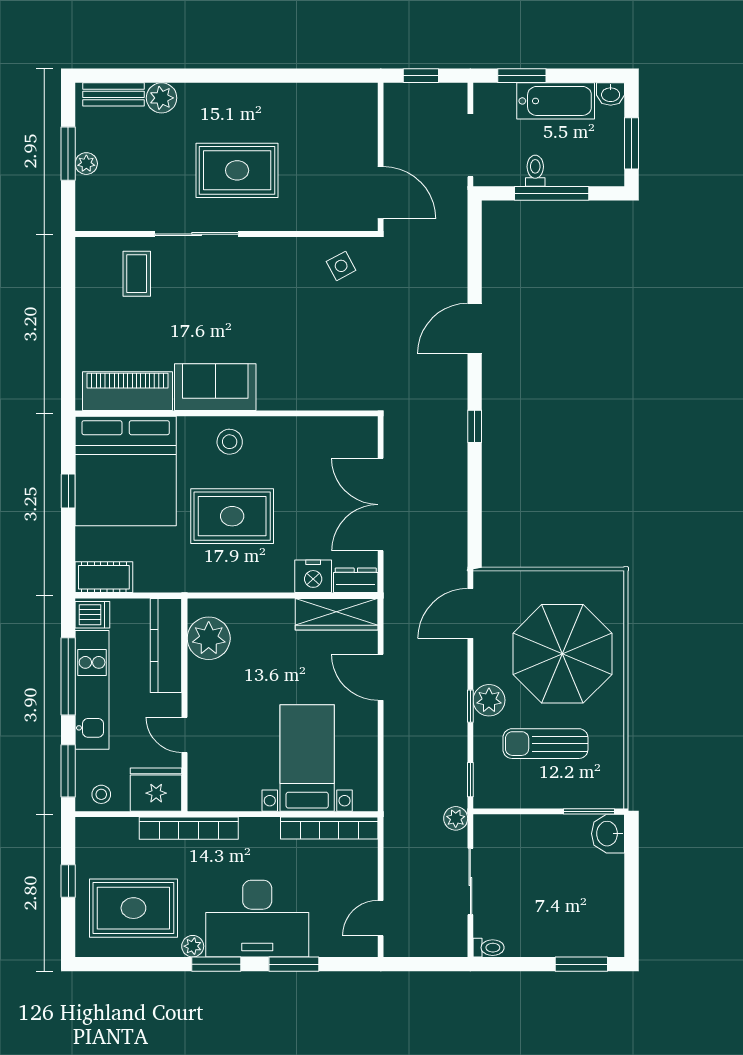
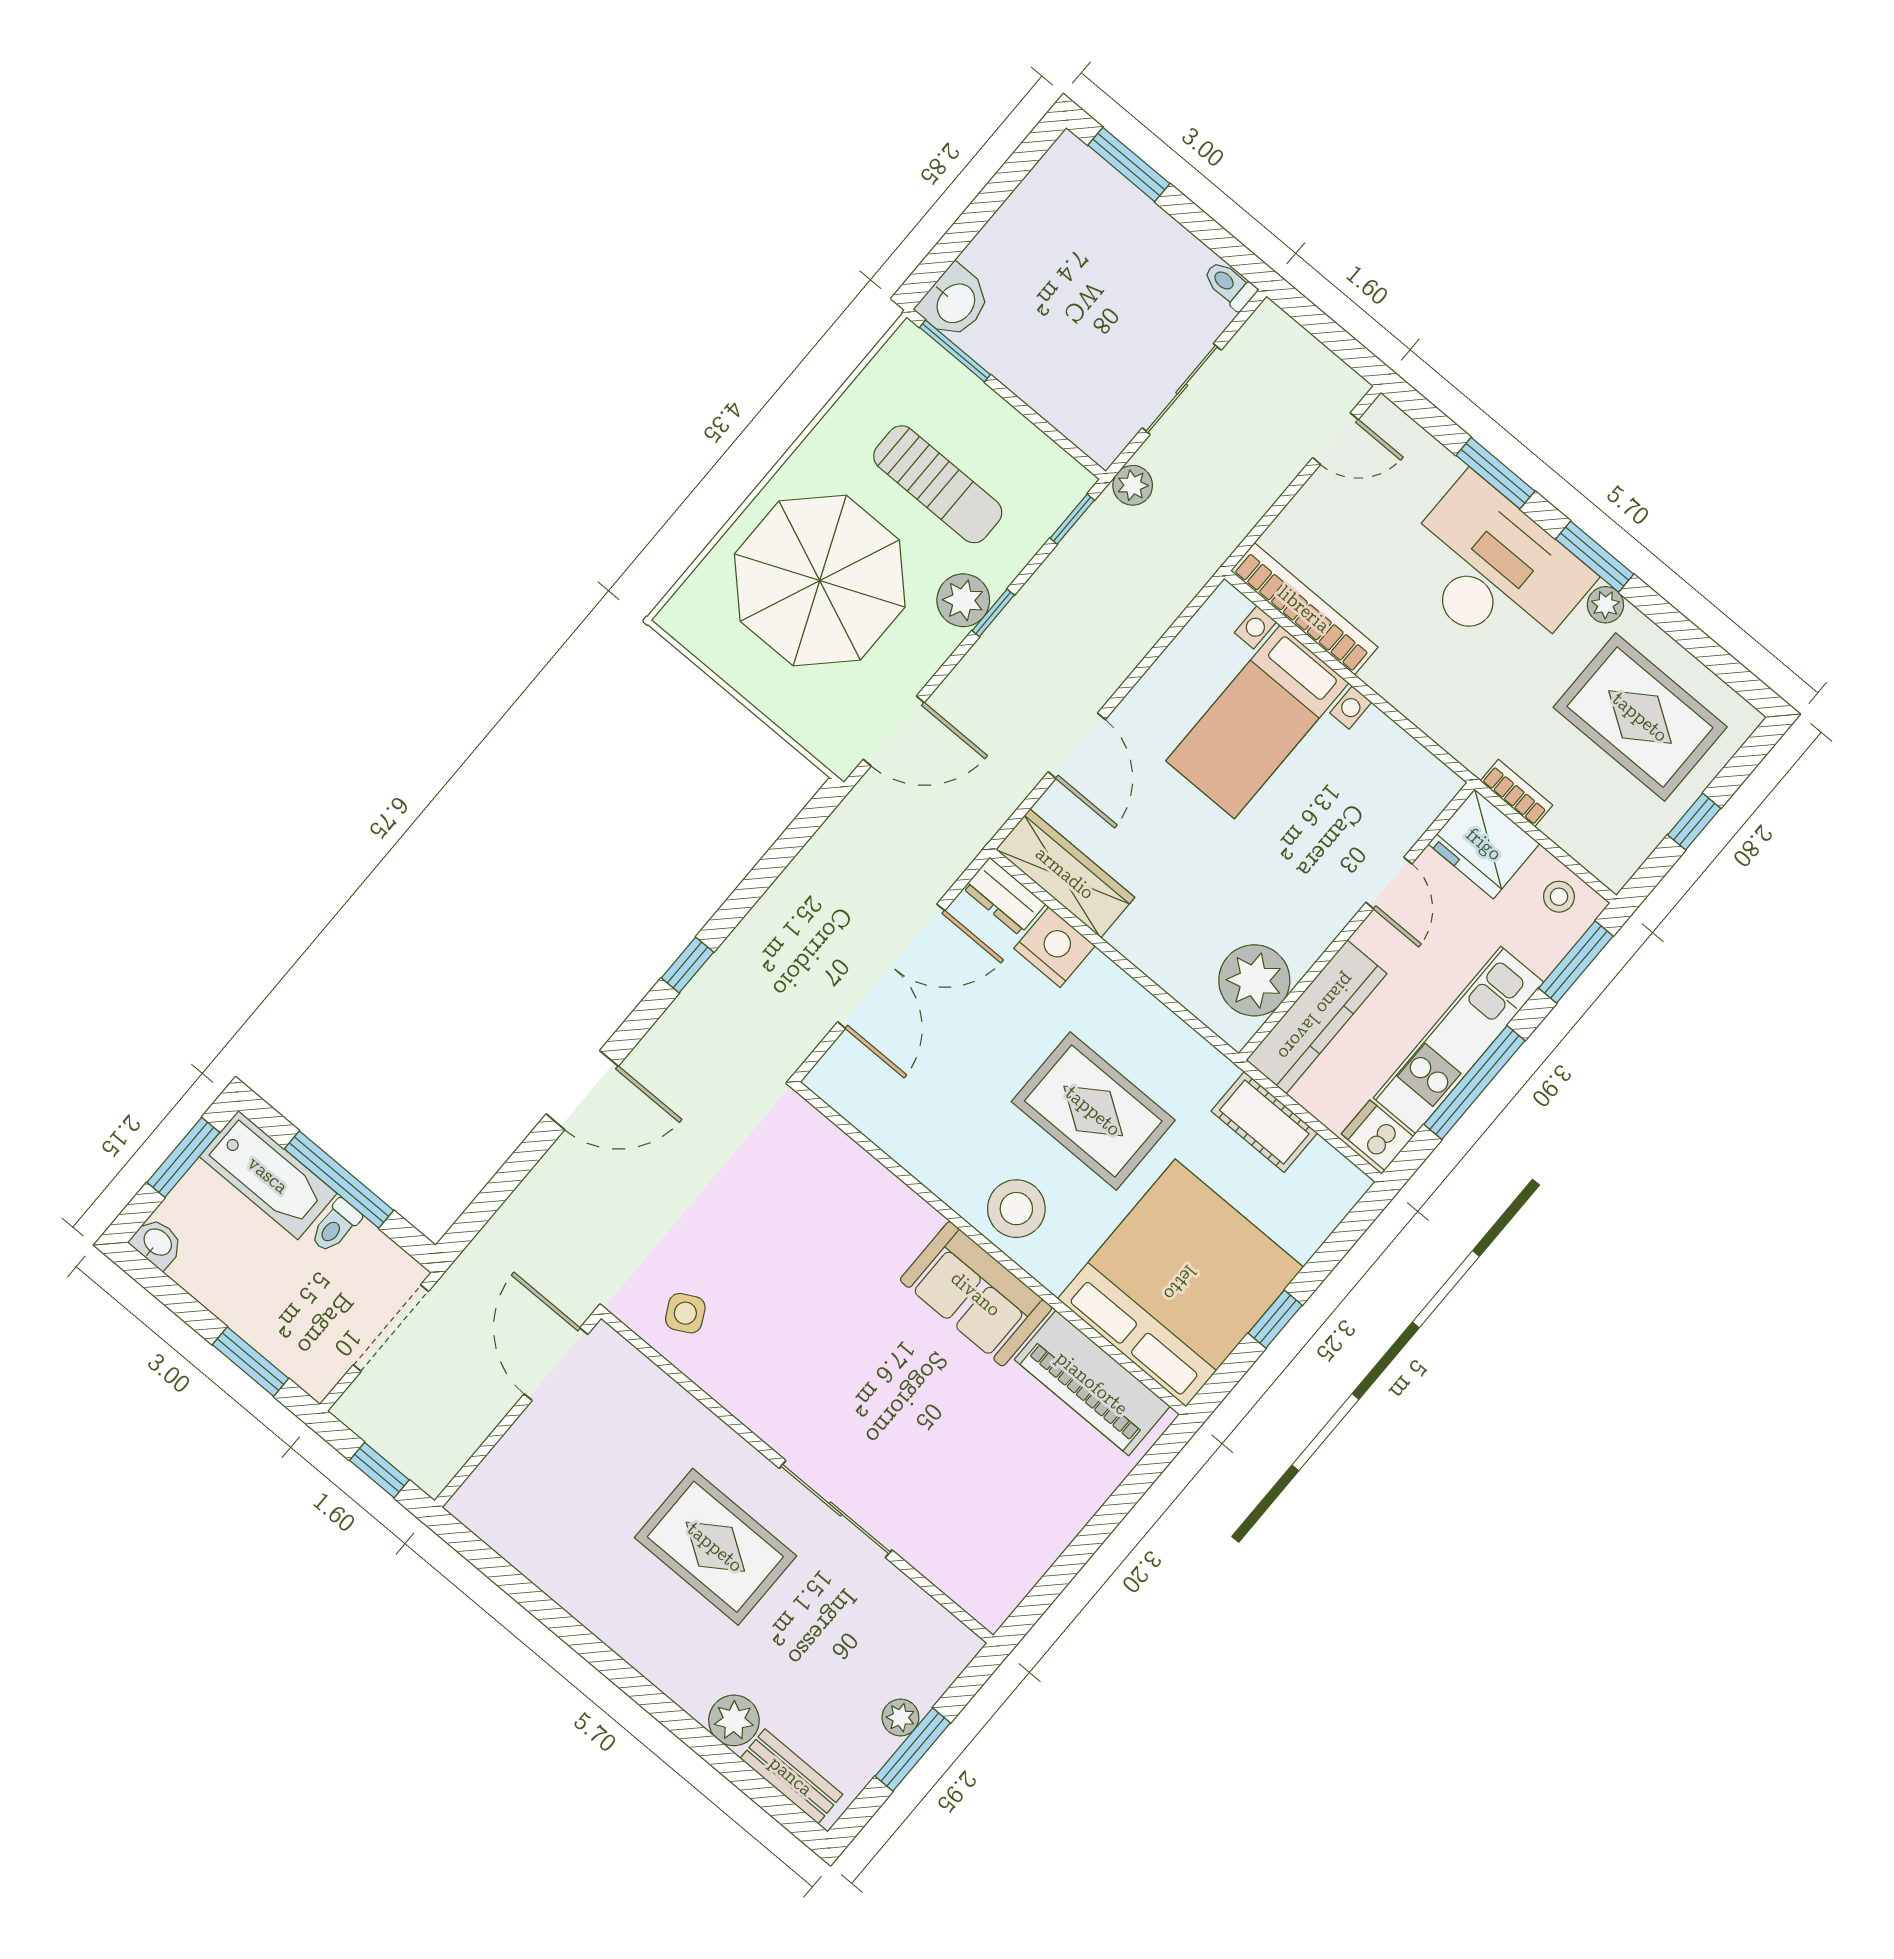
bathtub: (556, 101) -> (268, 1175), moved, turned 180
coffee table: (137, 274) -> (954, 1523), removed
stool: (230, 442) -> (1016, 1209), width x1.38, depth x1.38
cot: (104, 577) -> (1264, 1122), moved
bookcase: (189, 828) -> (1516, 793), width x0.43, depth x0.76

